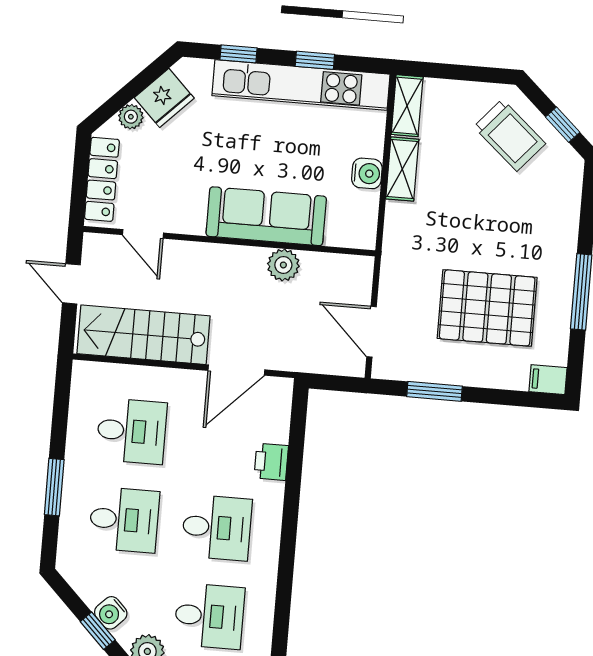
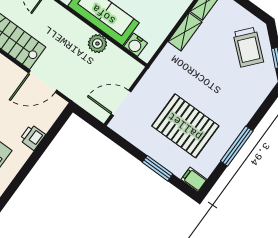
water cooler: (367, 173) -> (136, 45), moved, turned 90
door: (371, 332) -> (121, 103), hinge flipped
window: (435, 391) -> (158, 168), moved

